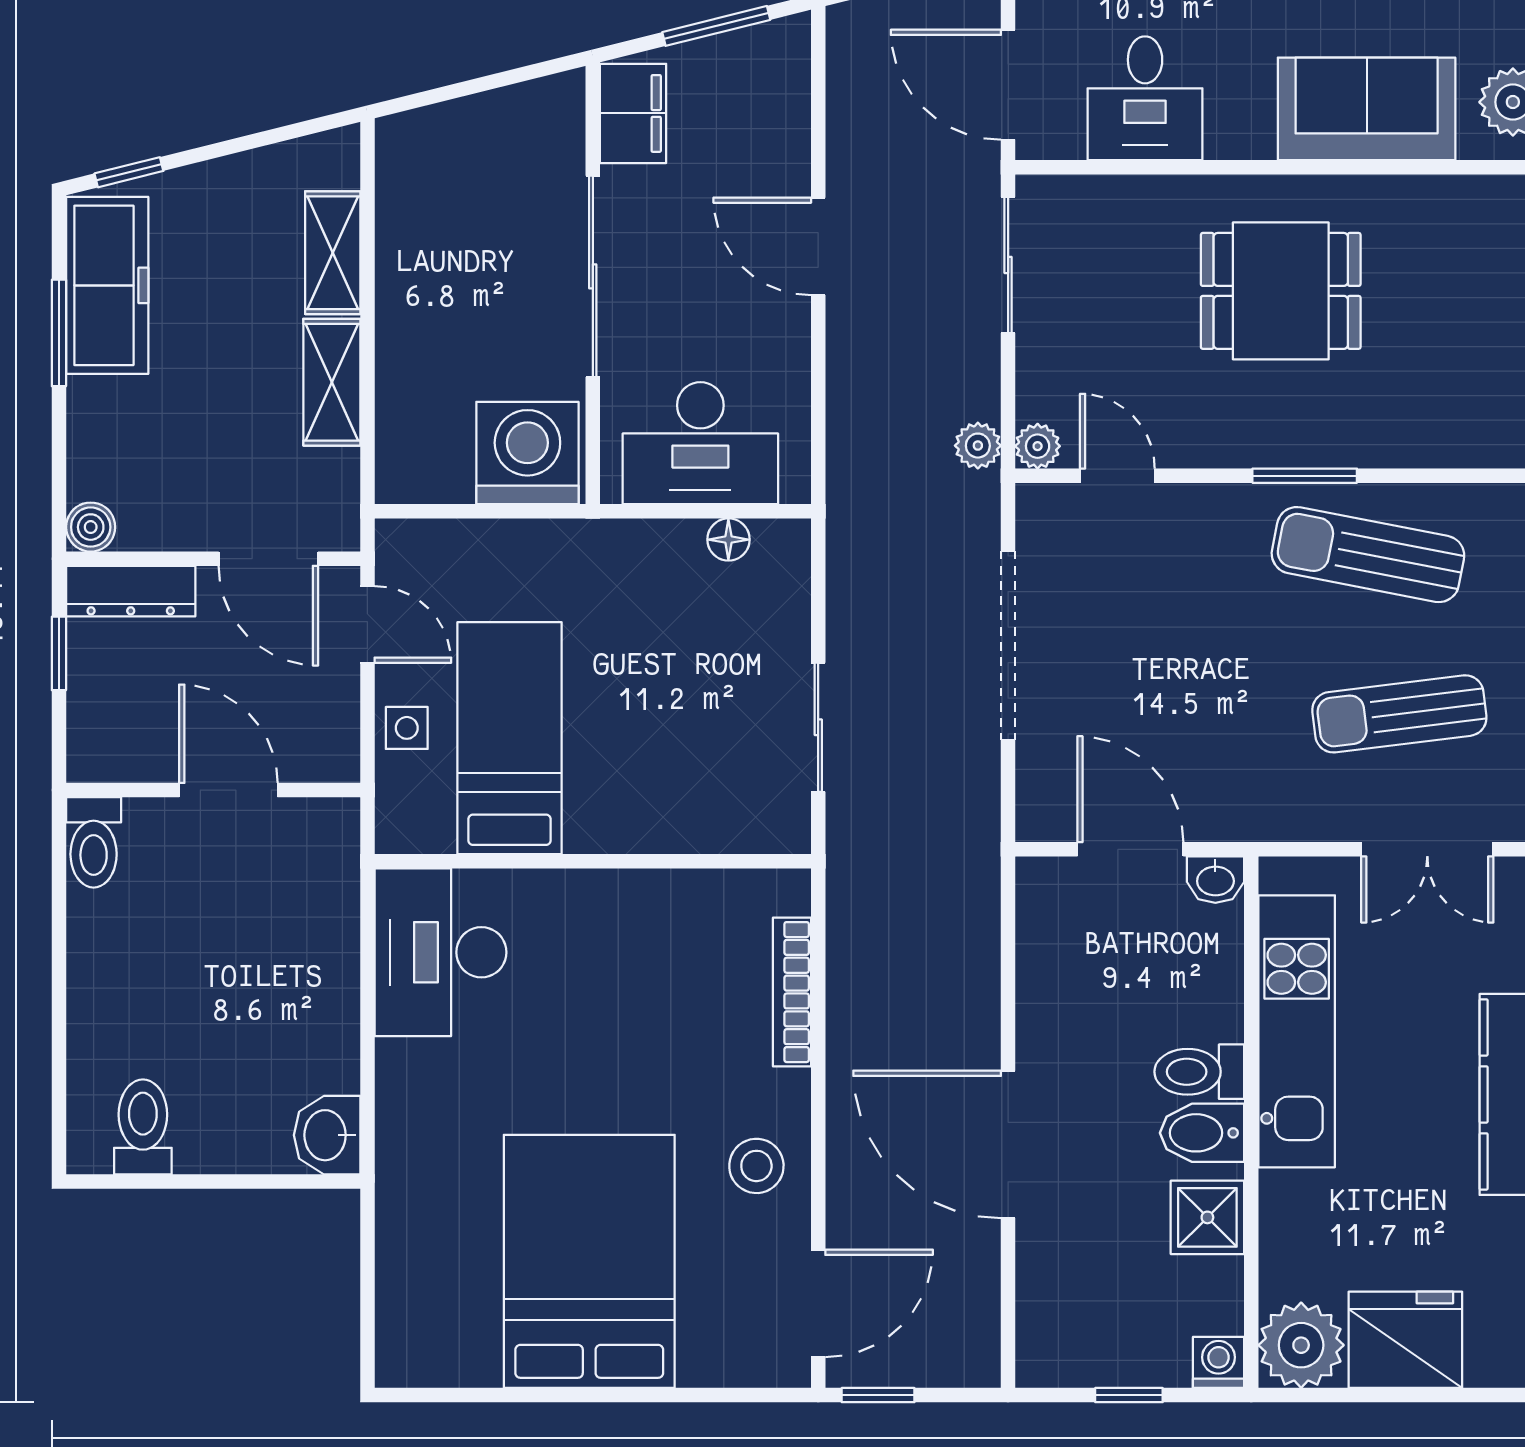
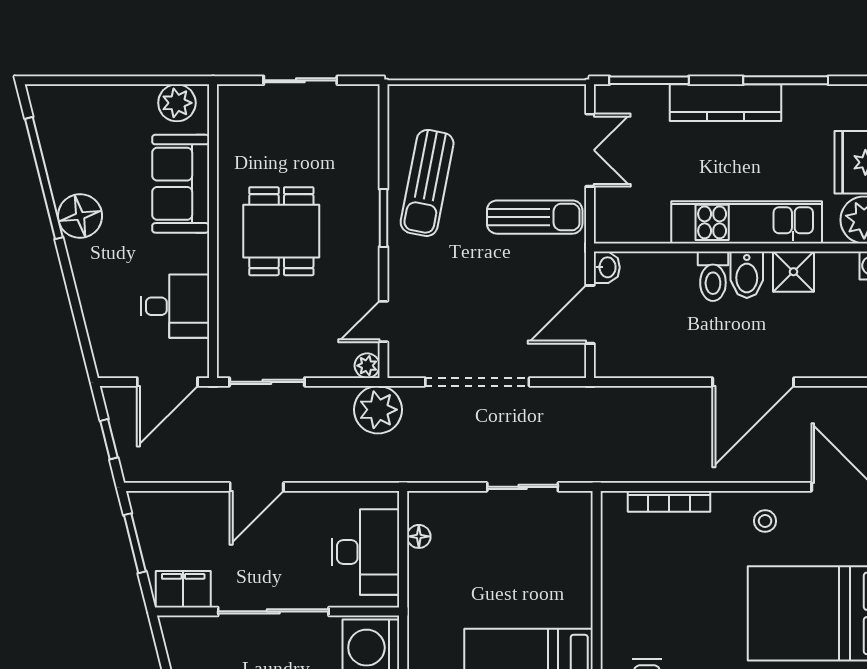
plant: (978, 446) -> (378, 410), width x1.87, depth x1.87
sun lounger: (1399, 714) -> (535, 217), moved, turned -83
kitchen unit: (1297, 1031) -> (747, 222), moved
stool: (756, 1166) -> (765, 521), width x0.73, depth x0.73

